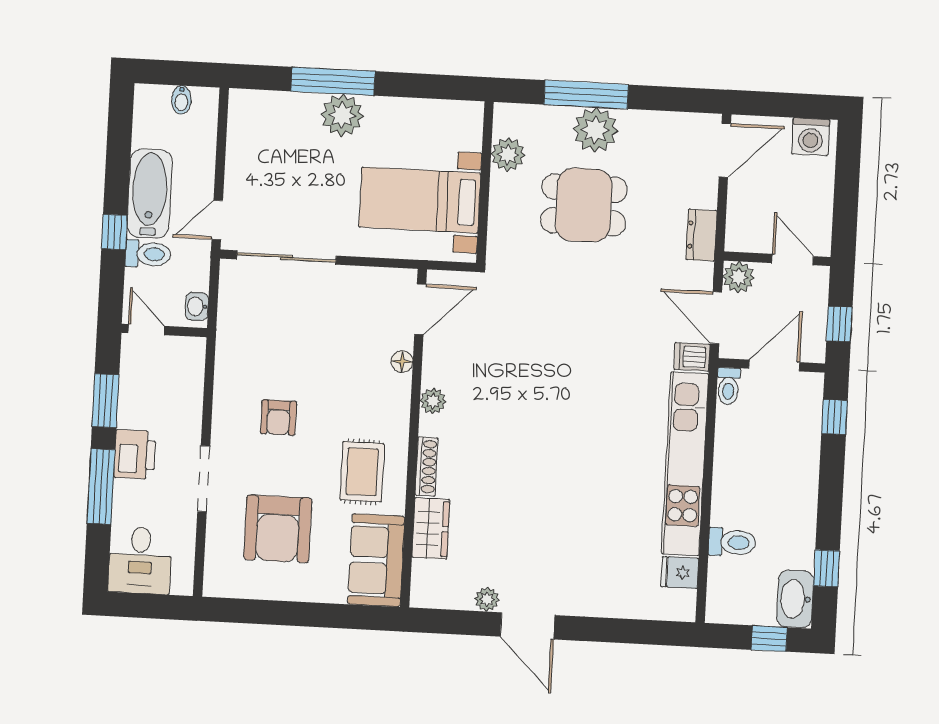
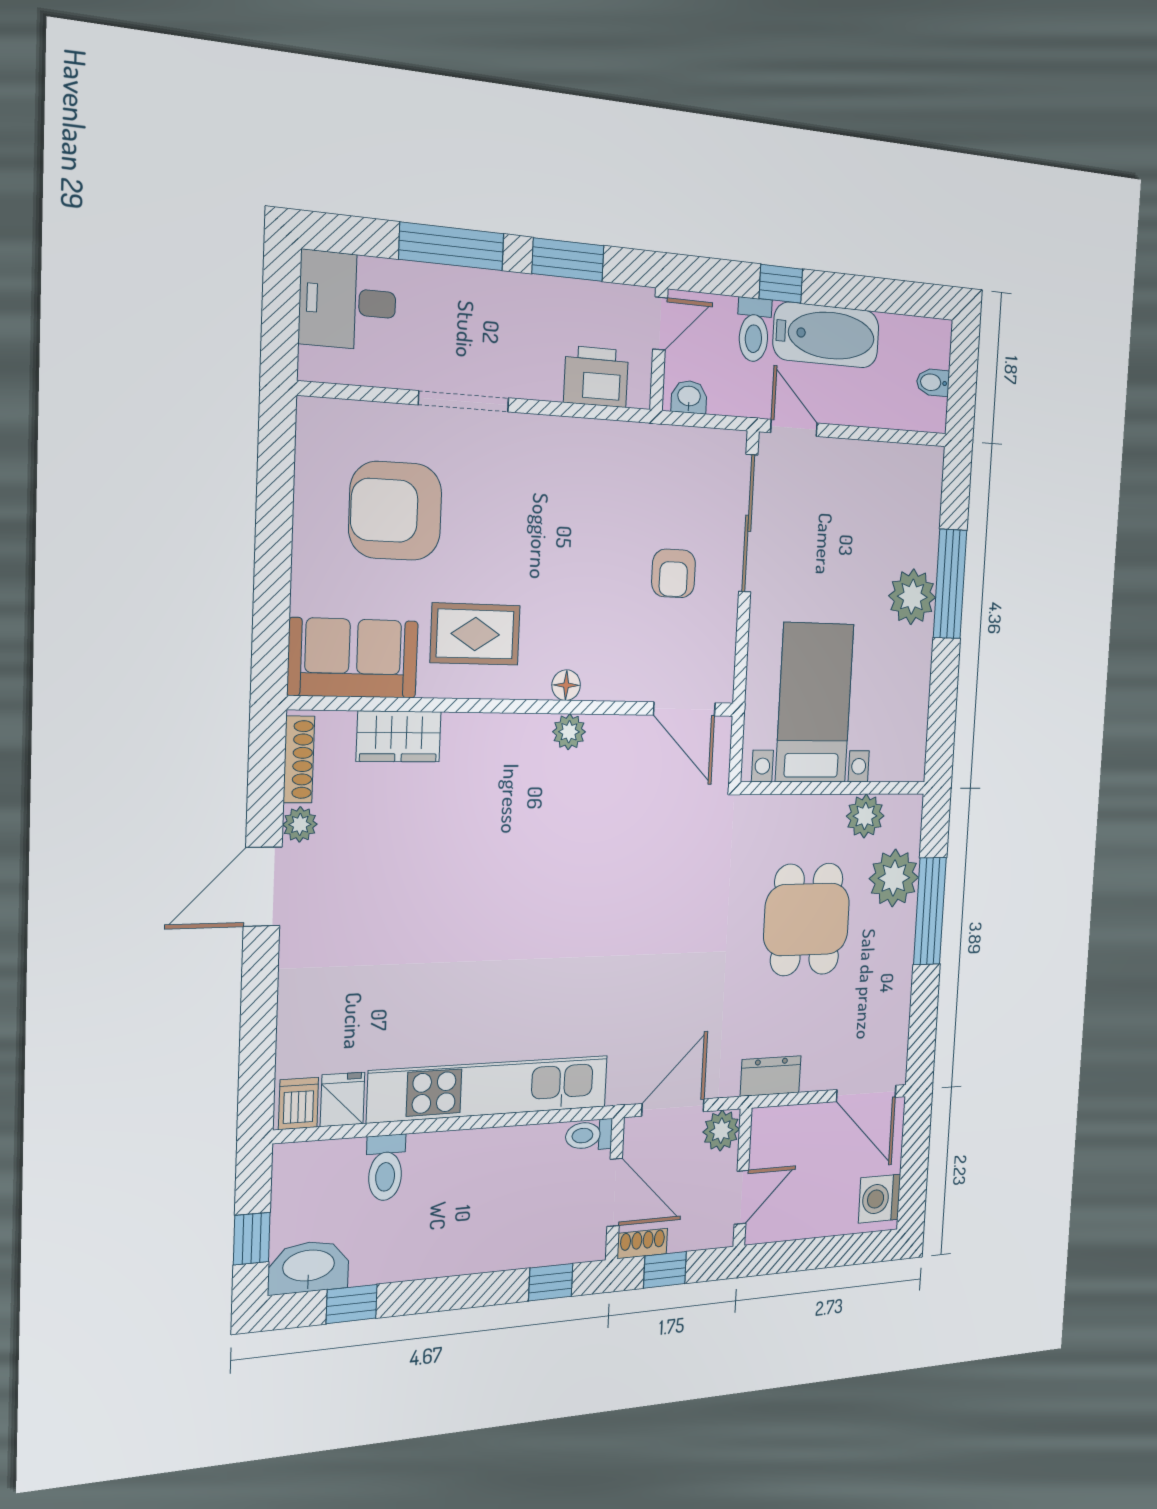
plant: (595, 130) -> (894, 878), moved
shoe rack: (816, 343) -> (642, 1244), added
dishwasher: (692, 357) -> (299, 1104), moved
floor lamp: (402, 362) -> (566, 685), moved
armchair: (278, 418) -> (674, 573), moved, turned -90
printer: (135, 454) -> (596, 377), moved, turned 180
shoe rack: (427, 466) -> (299, 759), moved, turned -90

